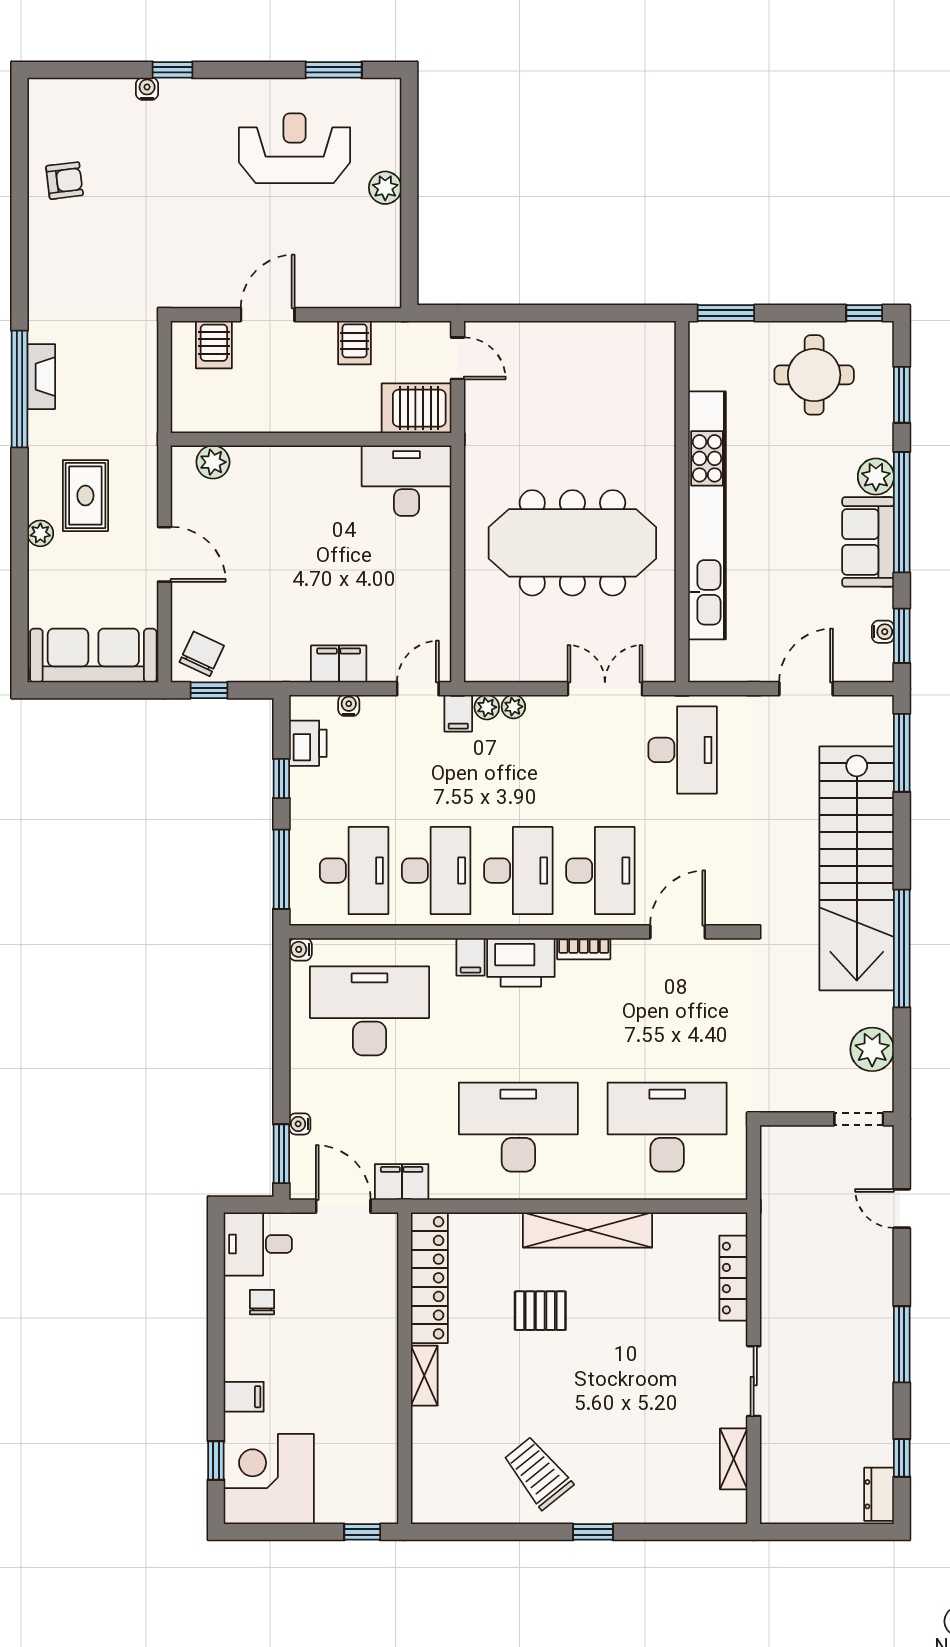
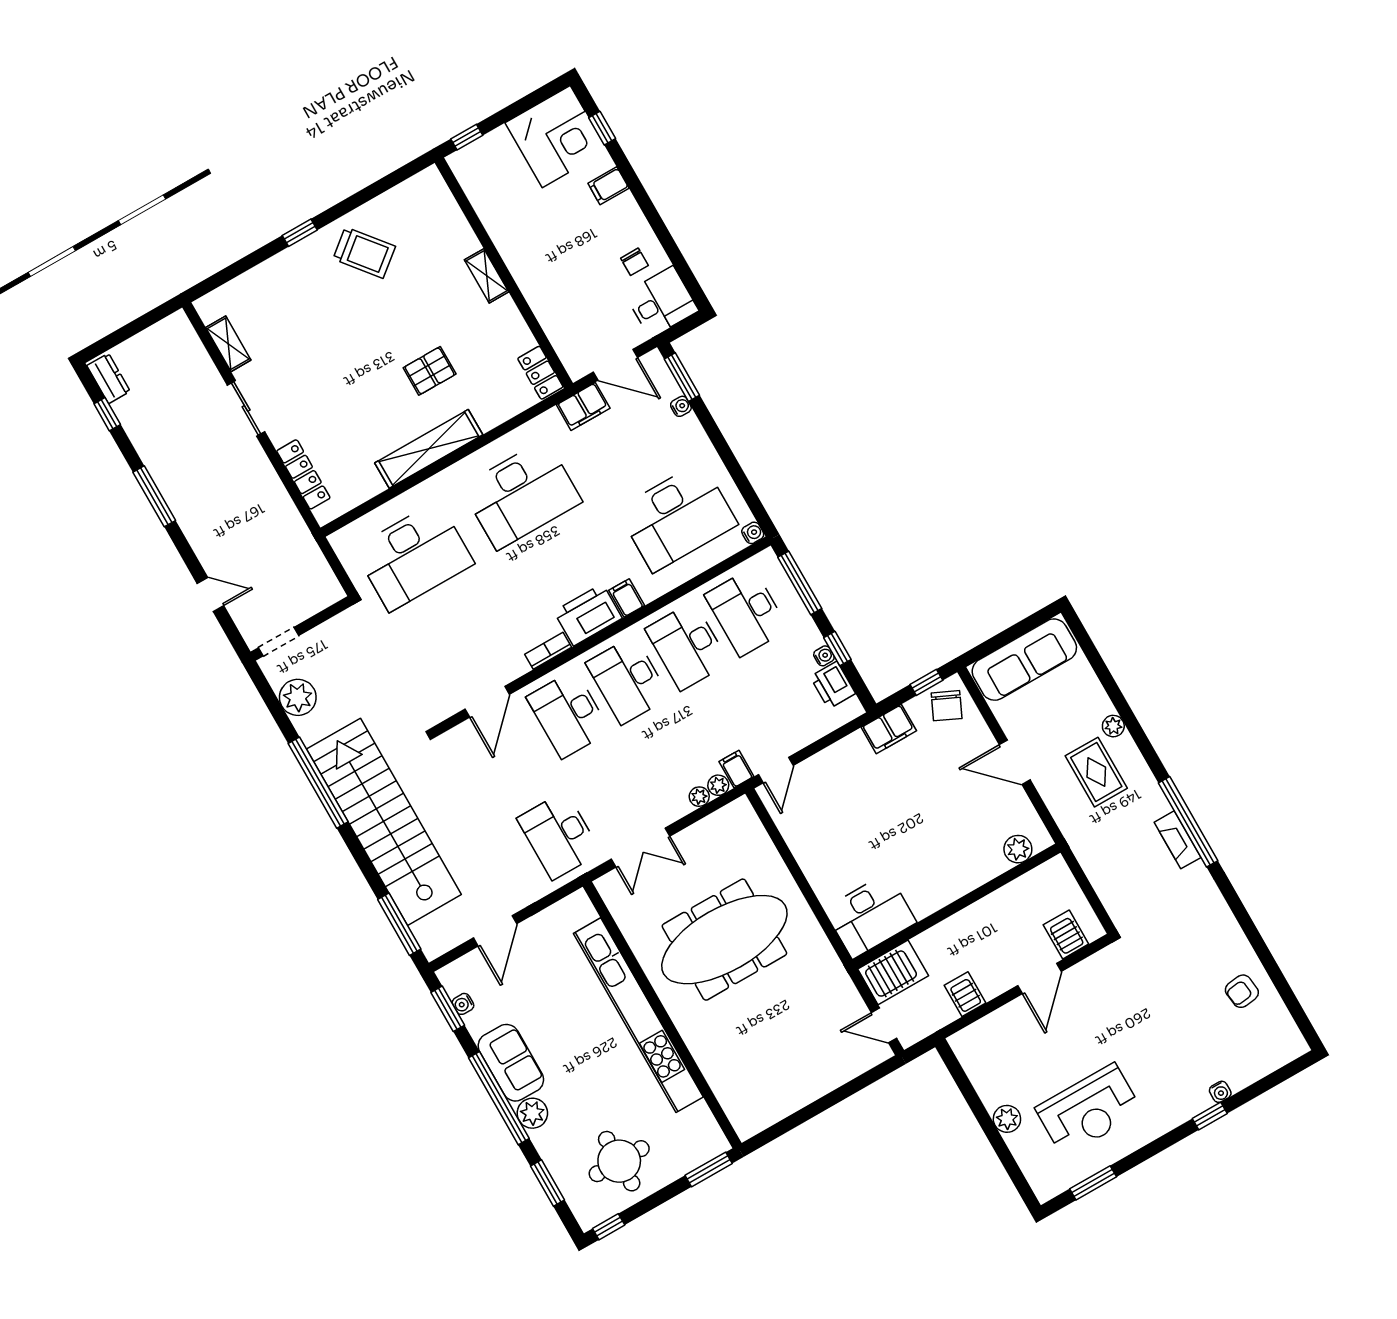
filing cabinet: (339, 664) -> (889, 729), moved
water cooler: (349, 705) -> (824, 656), moved, turned -90
locker: (429, 1278) -> (540, 373), width x0.46, depth x0.83

